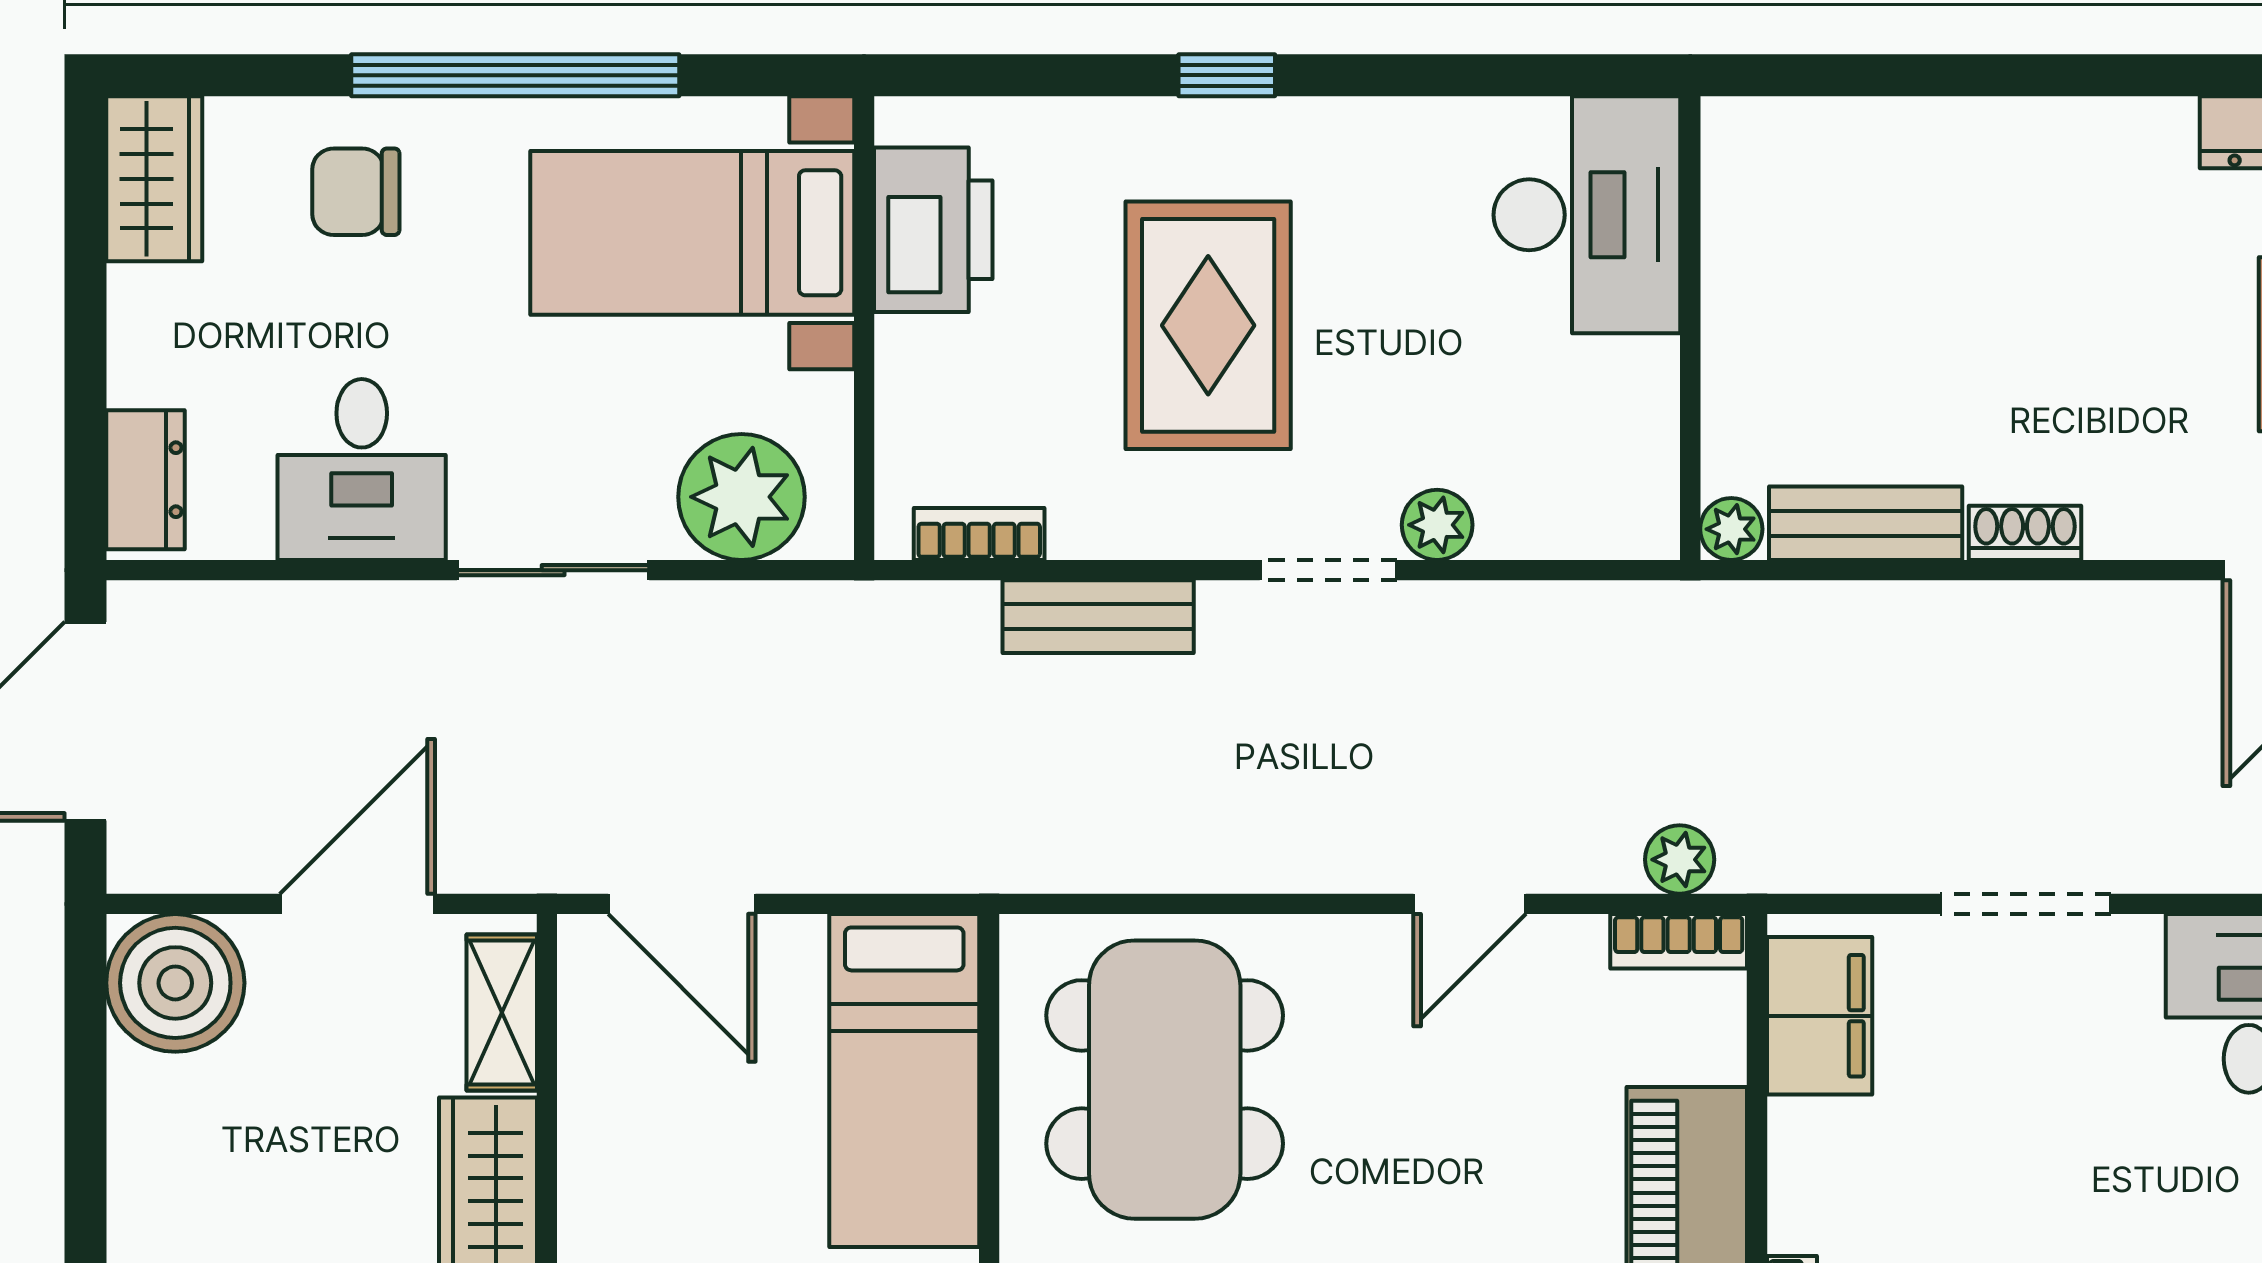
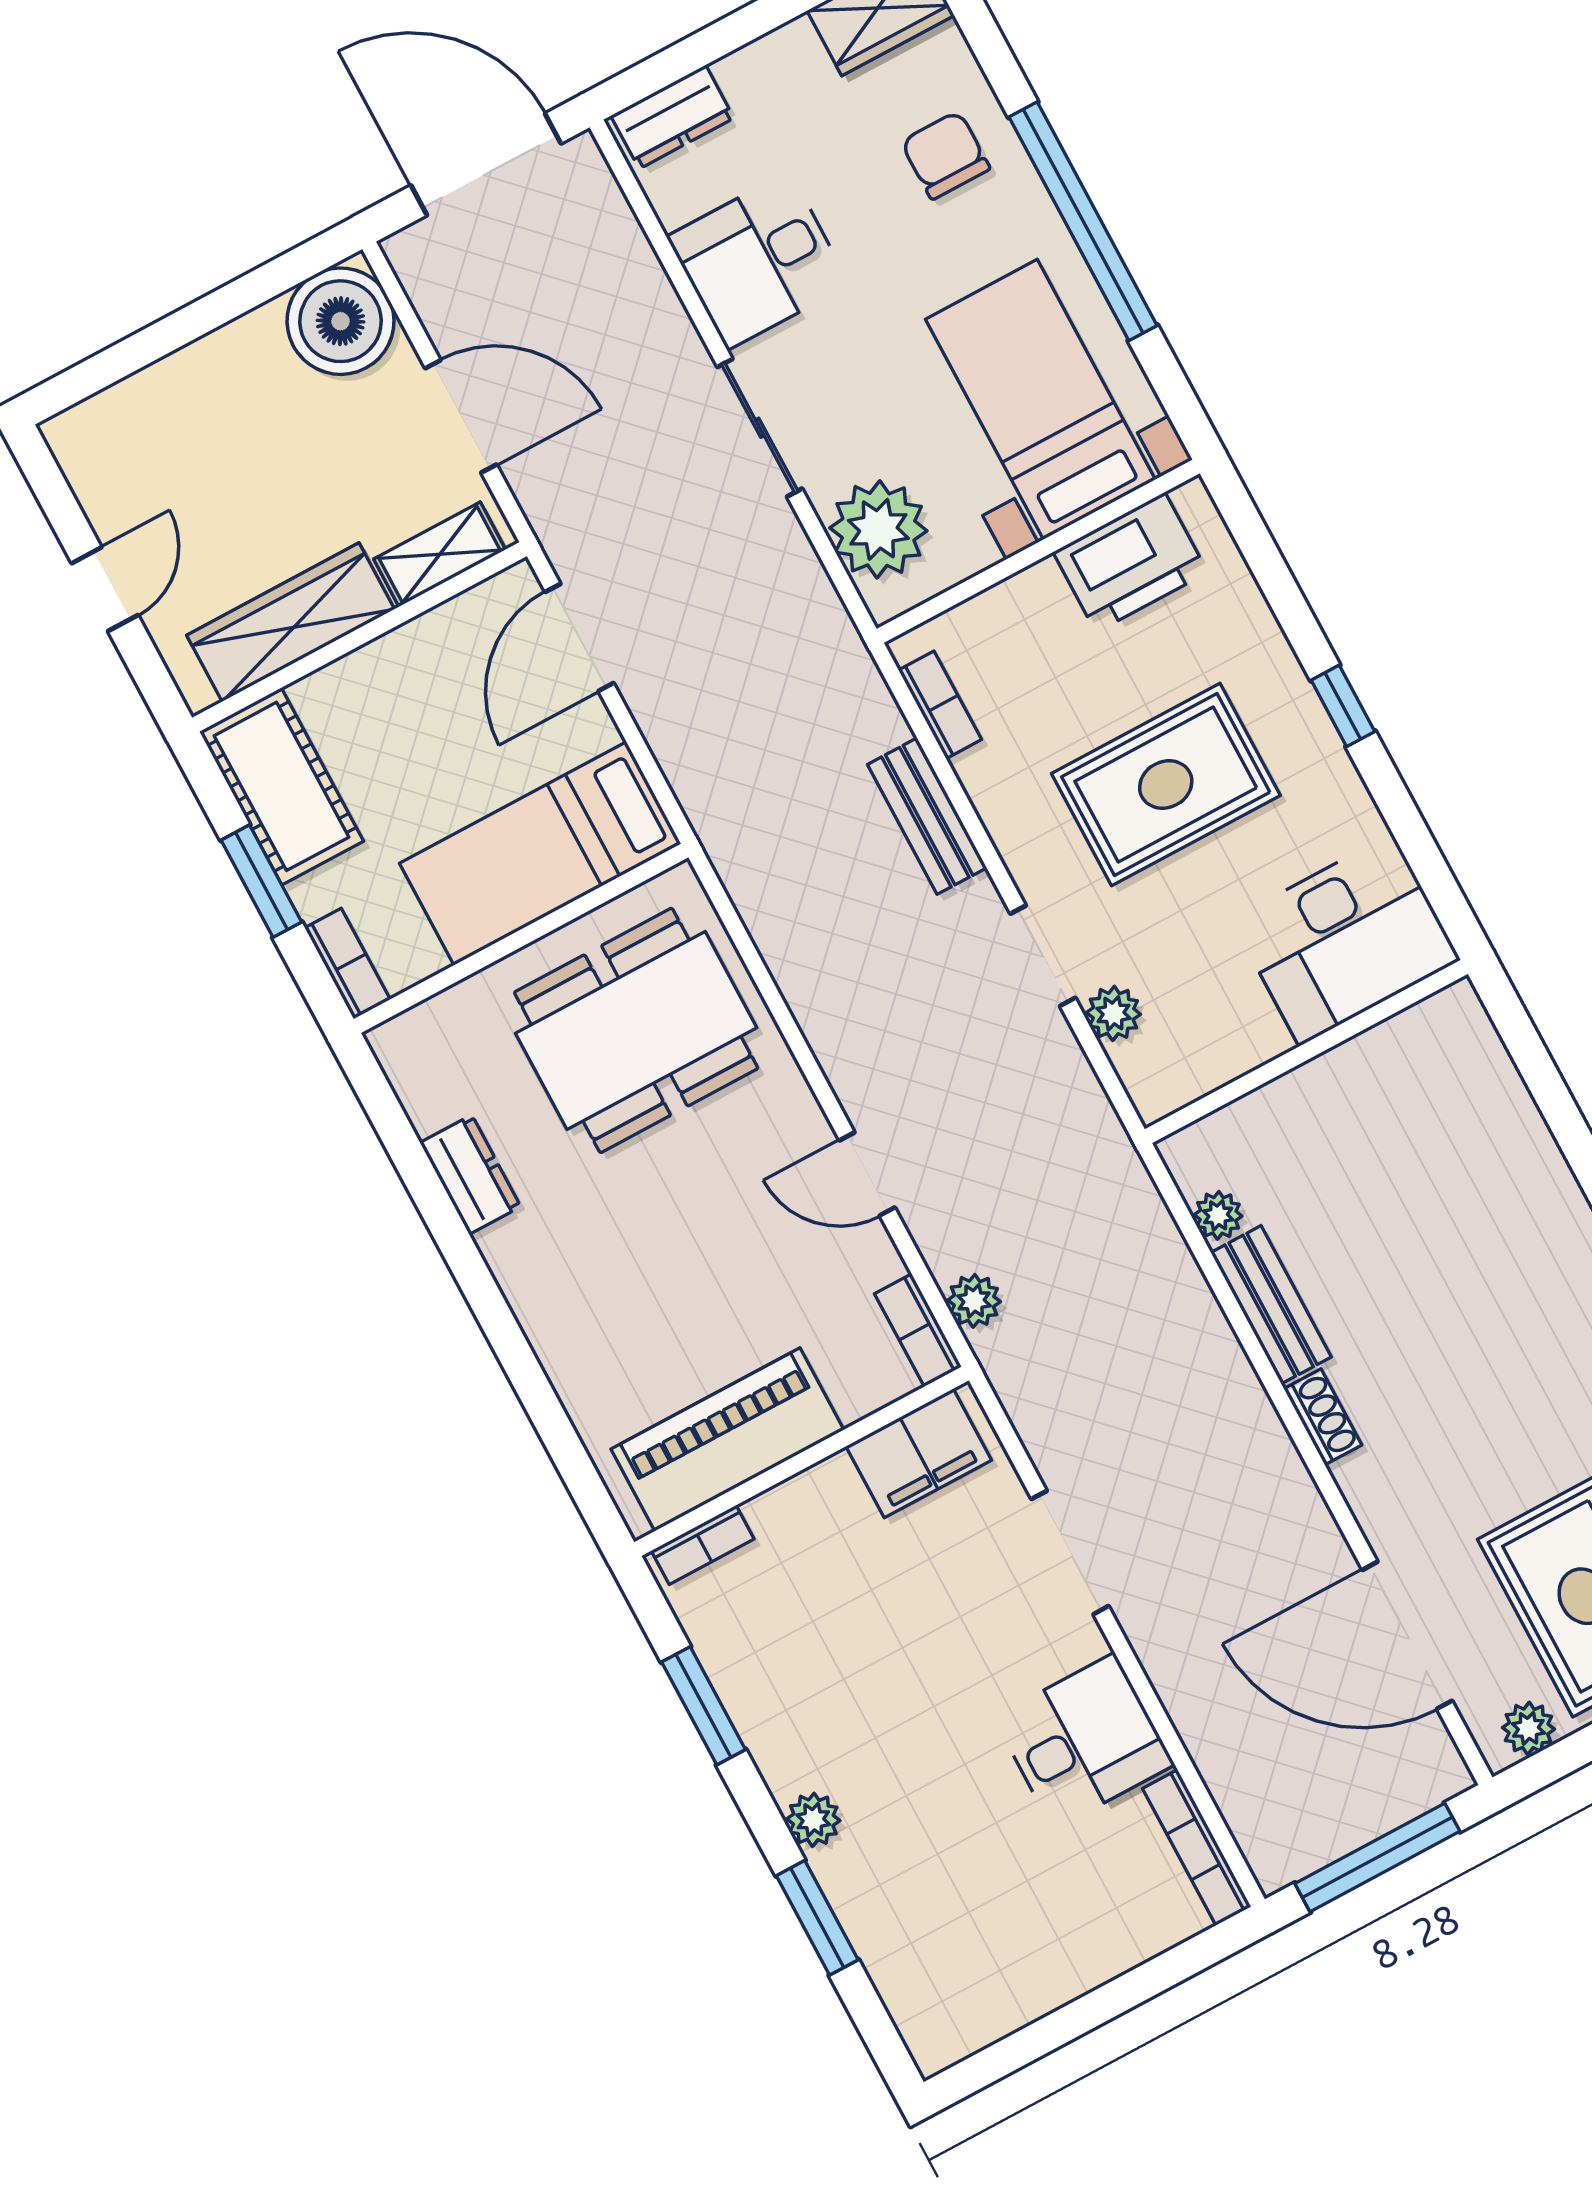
desk: (1587, 215) -> (1346, 940), moved
wall: (1690, 328) -> (1306, 1051), moved

